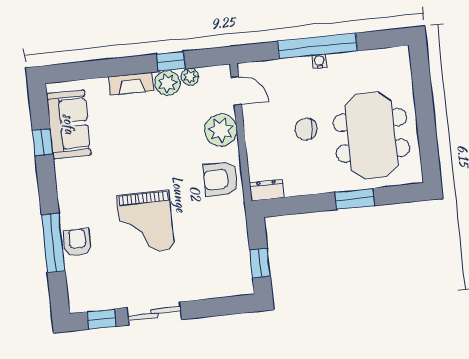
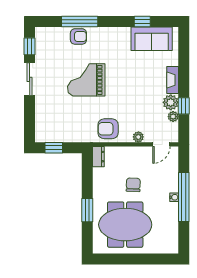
plant: (221, 130) -> (138, 137), width x0.53, depth x0.53
armchair: (220, 179) -> (108, 129), turned -90

